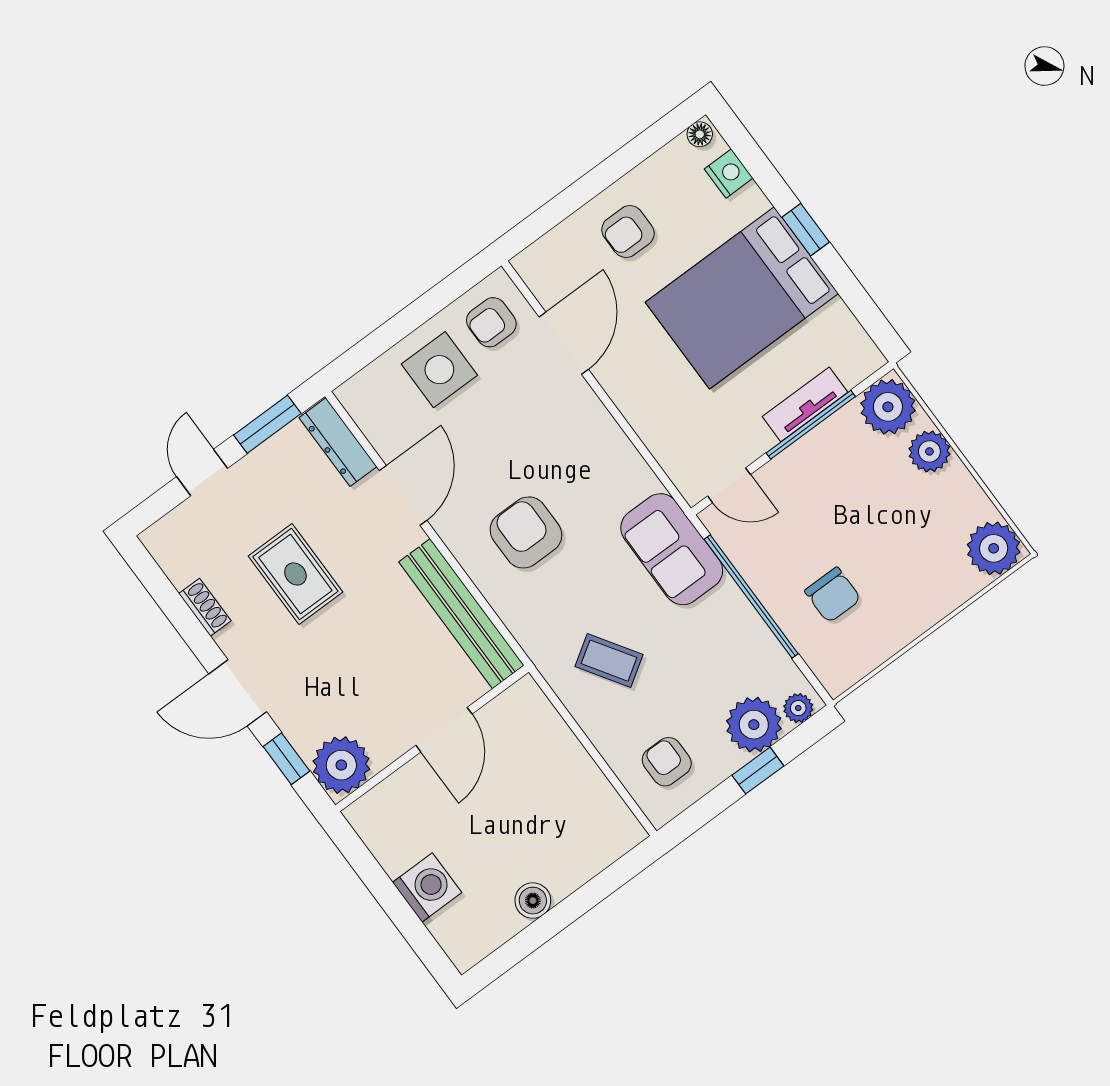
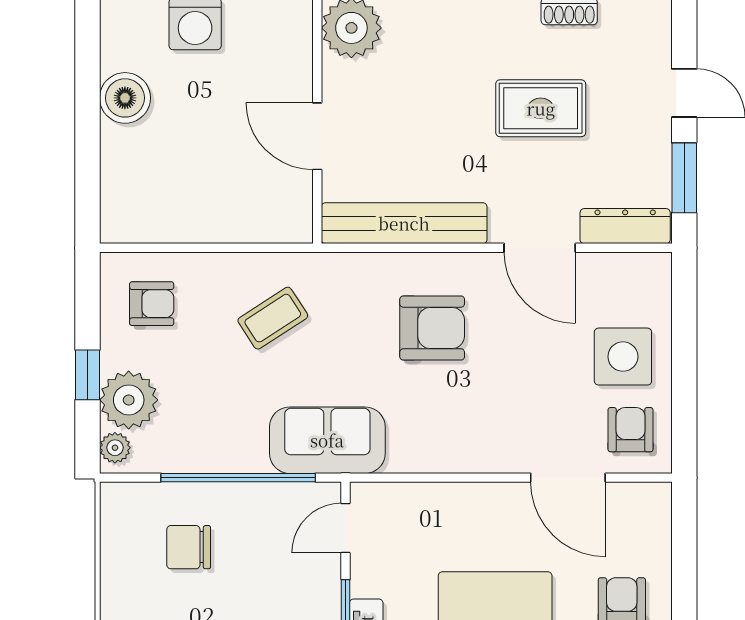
boiler: (533, 901) -> (125, 98), width x1.36, depth x1.36

